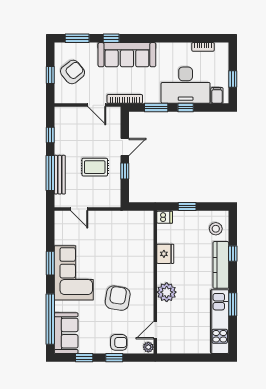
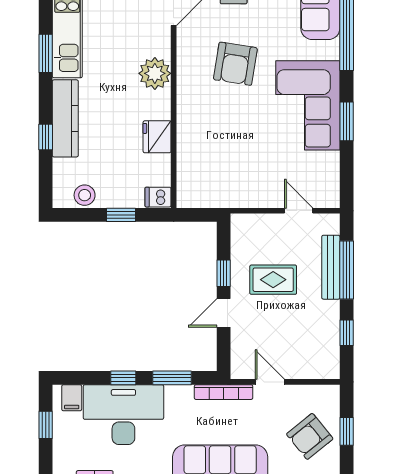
stool: (216, 229) -> (85, 195), moved

